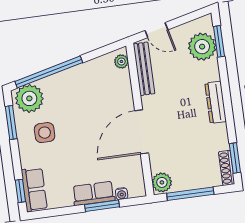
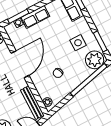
chair: (90, 99) -> (58, 73), added
window: (102, 206) -> (18, 16), moved

